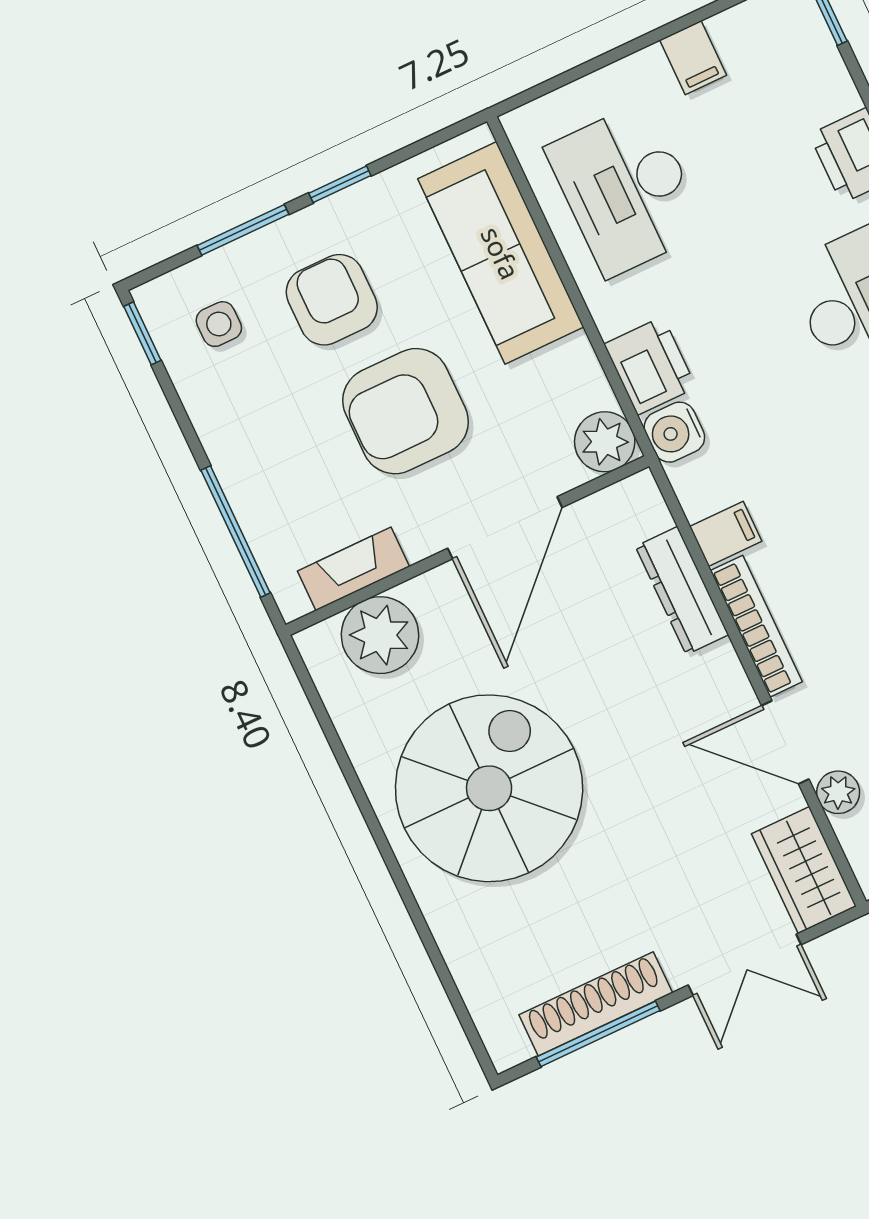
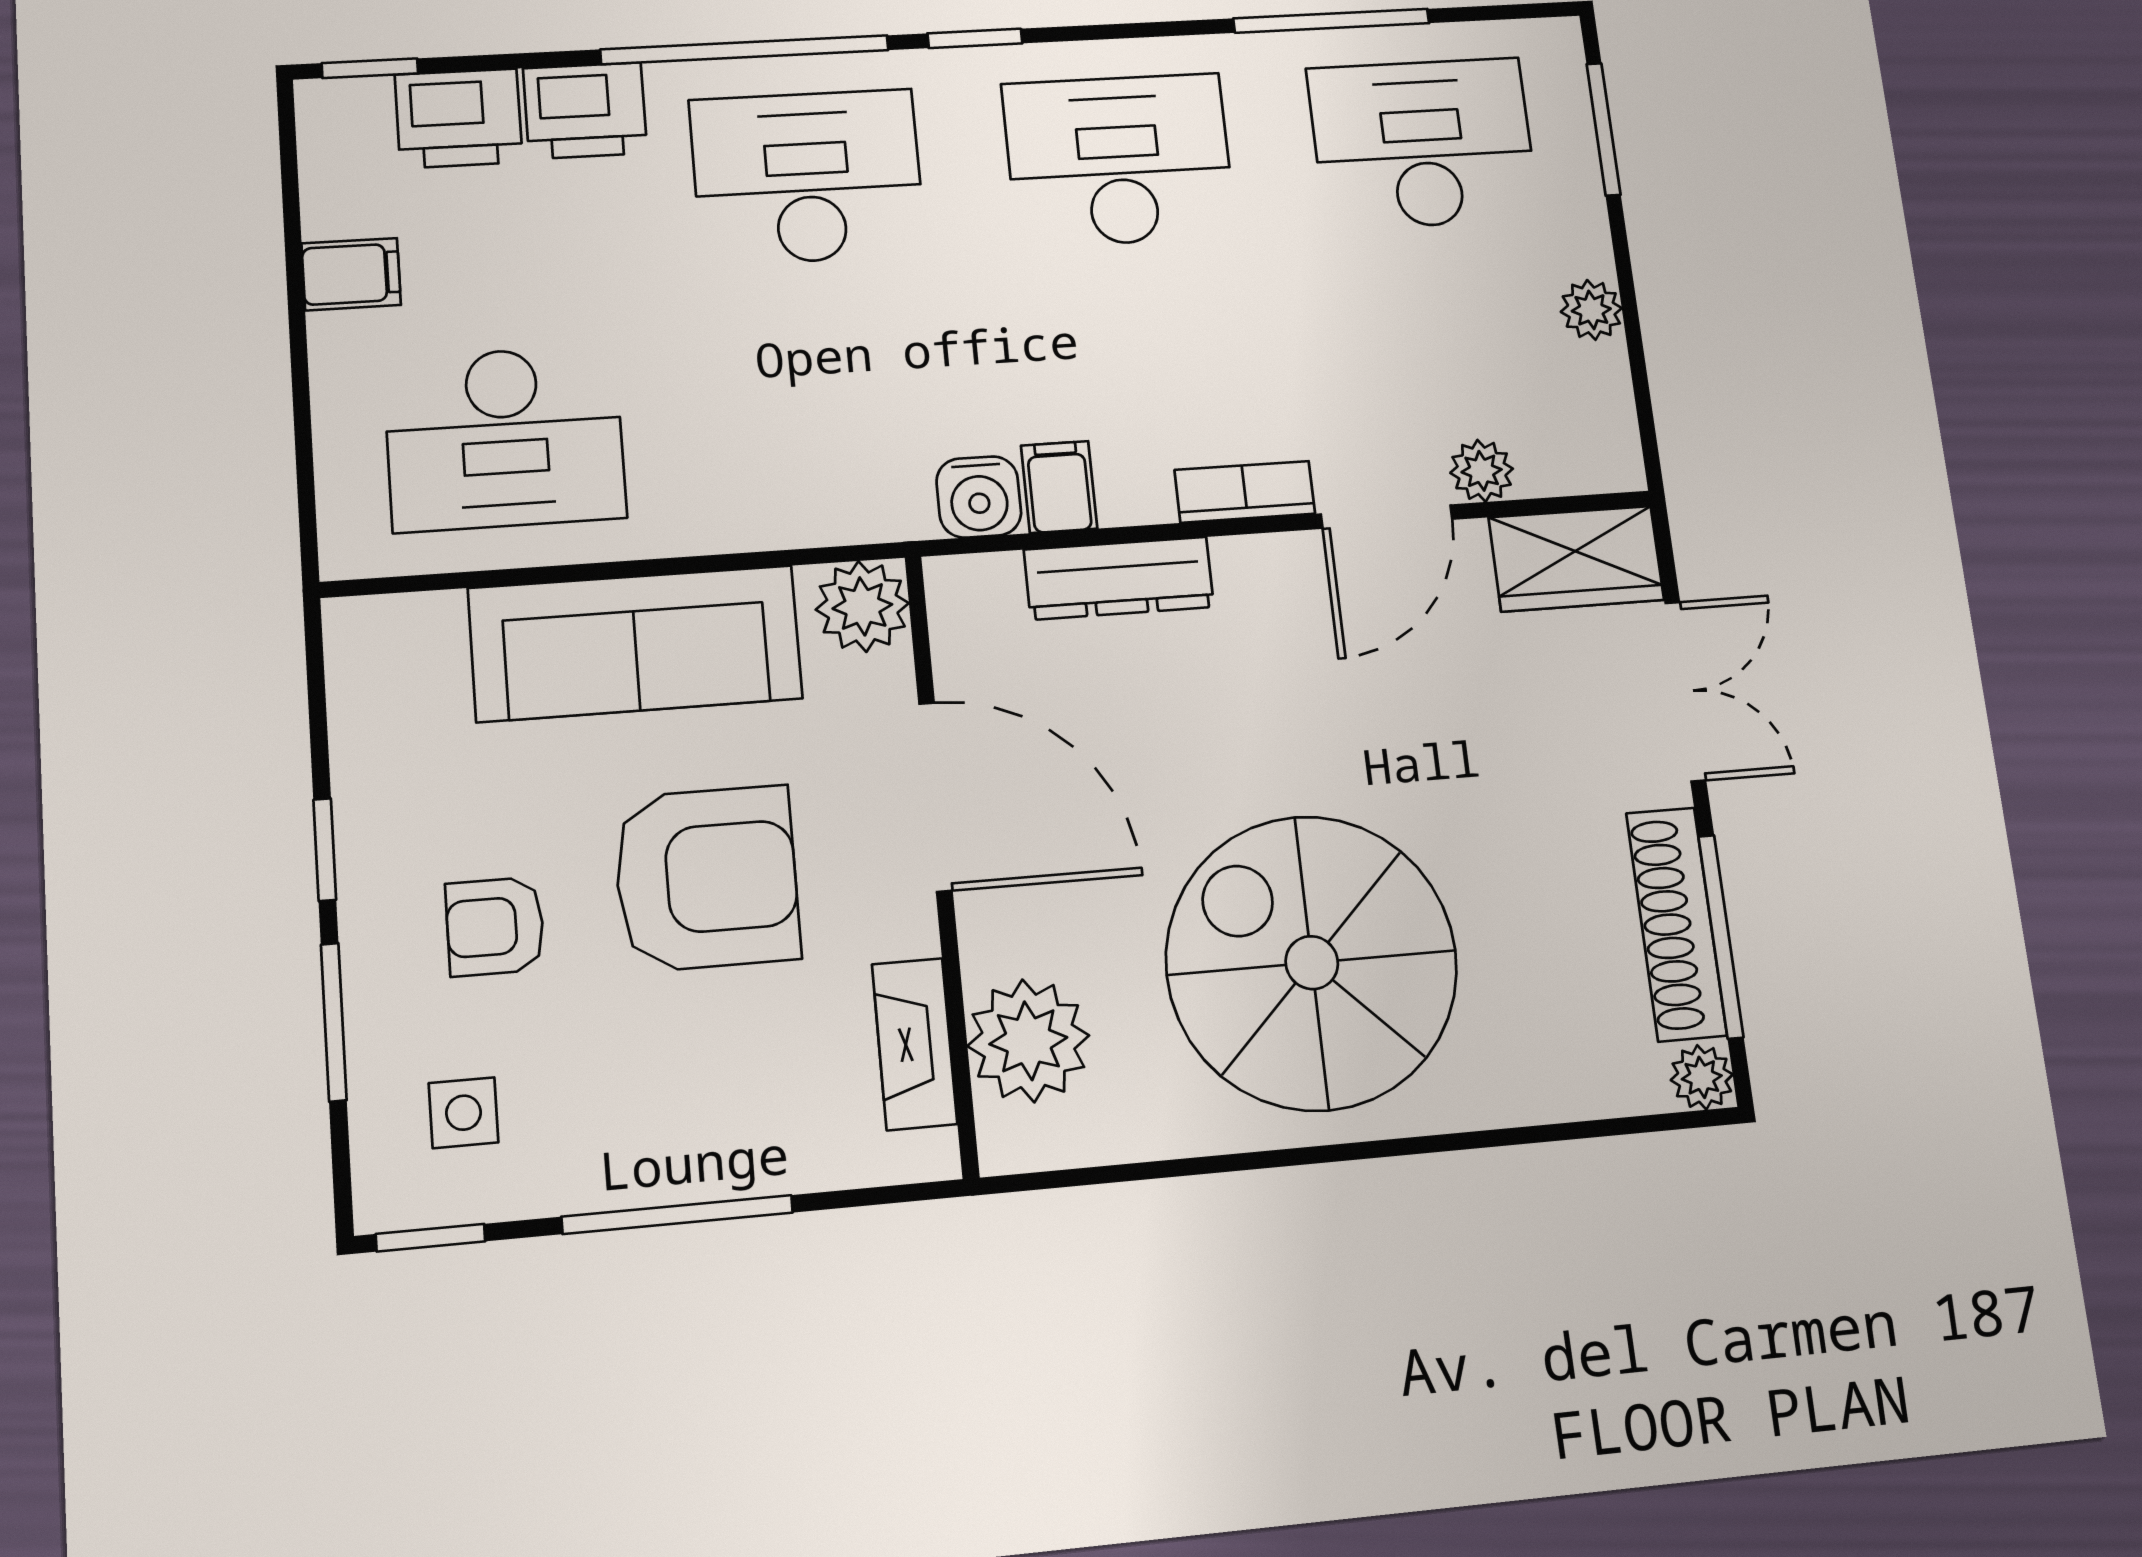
sofa: (501, 253) -> (635, 643), moved
armchair: (332, 300) -> (495, 926), width x0.72, depth x0.72
printer: (650, 366) -> (459, 118), moved, turned 180
armchair: (406, 411) -> (707, 878), turned -90
water cooler: (674, 432) -> (979, 497), moved
window: (236, 531) -> (677, 1215), moved
bookcase: (756, 626) -> (1245, 492), width x0.64
plant: (507, 1048) -> (1702, 1077), added

